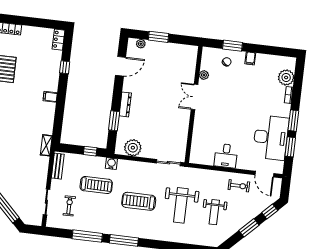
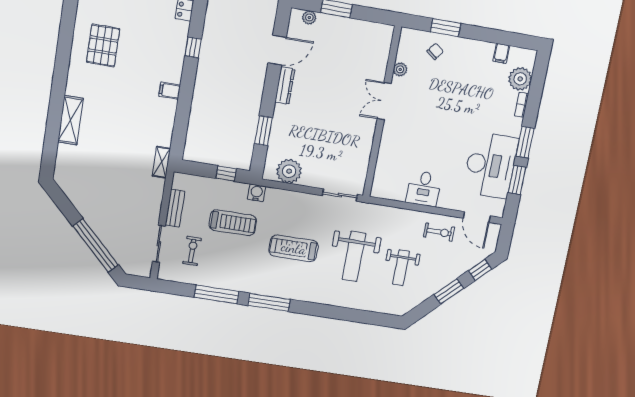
filing cabinet: (250, 58) -> (501, 53), moved
dresser: (125, 104) -> (285, 86), moved
bench: (58, 166) -> (175, 208), moved

